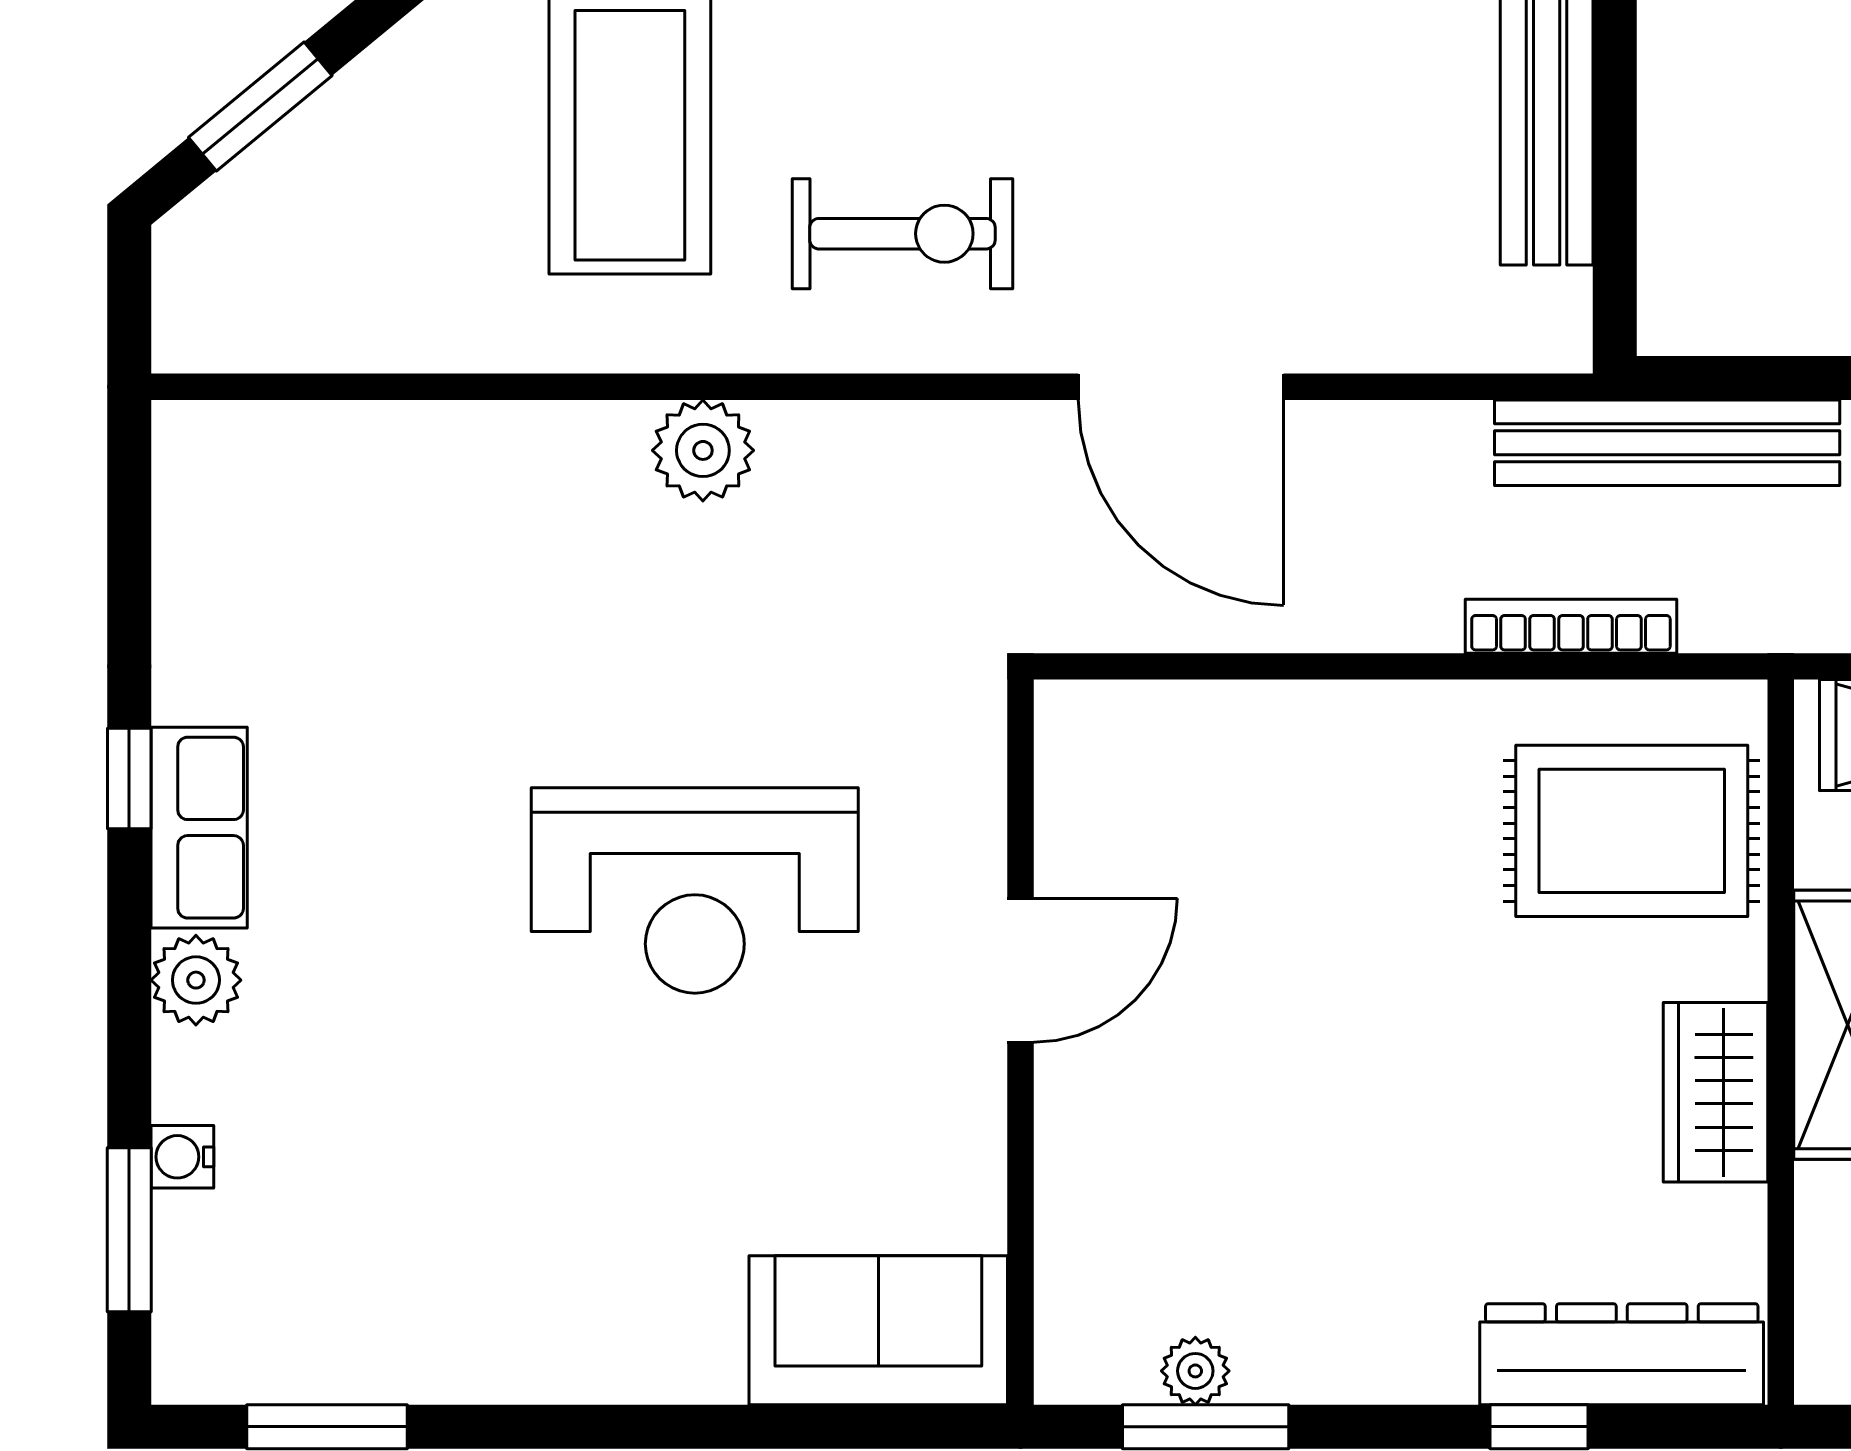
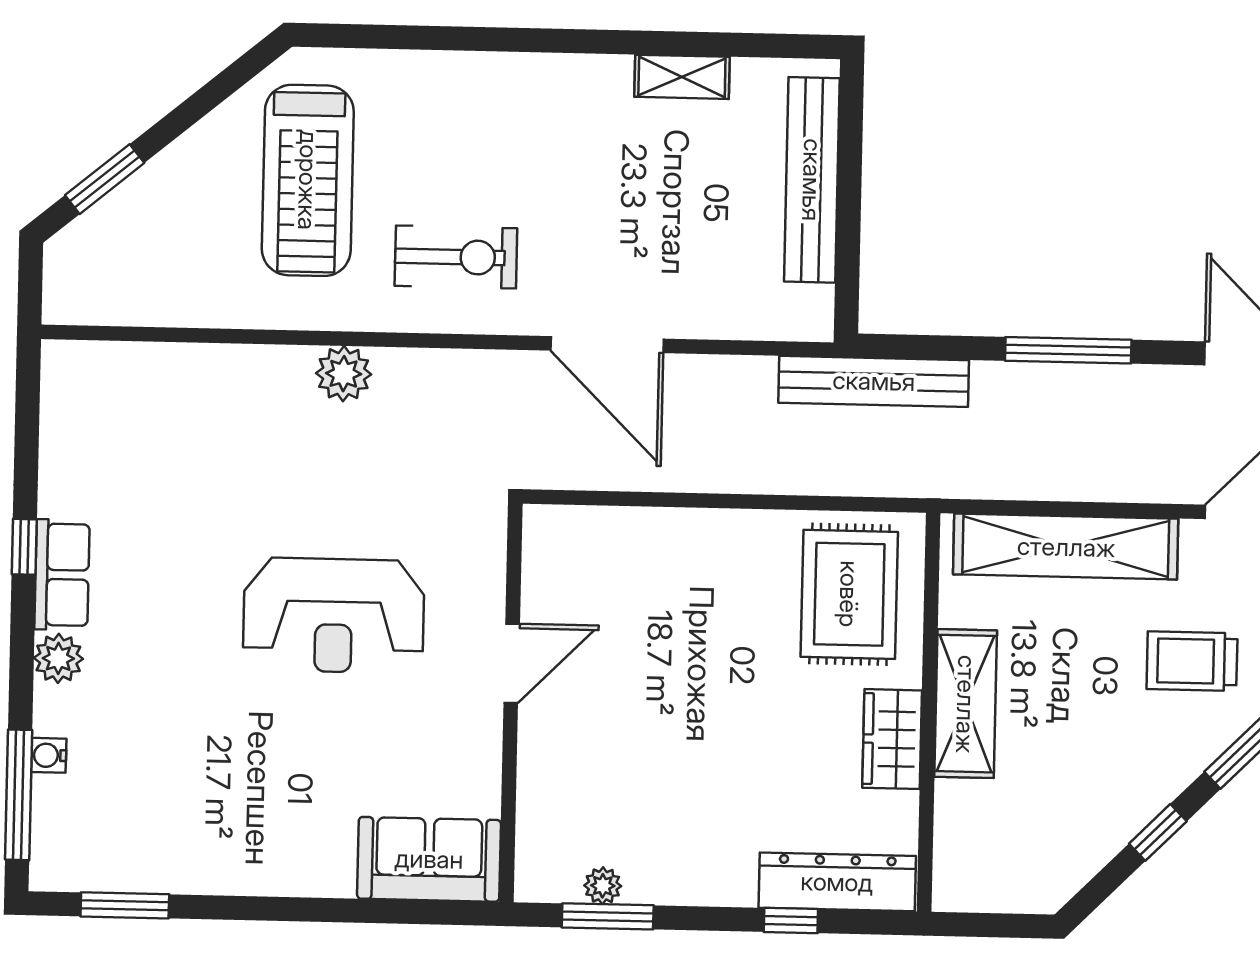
bookcase: (1571, 626) -> (818, 481), removed
rug: (1632, 831) -> (849, 594), turned 90
window: (129, 1230) -> (19, 795), width x1.44

